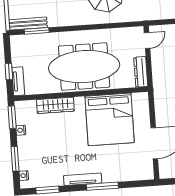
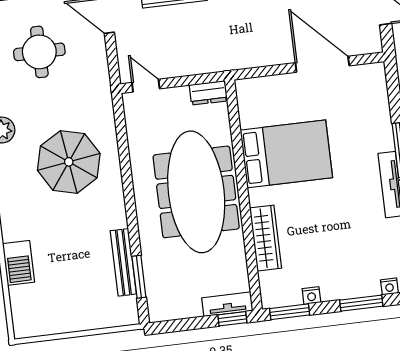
bench: (28, 24) -> (123, 262), moved
window: (9, 71) -> (232, 319), moved
dresser: (141, 72) -> (208, 93), width x0.70
bed: (110, 119) -> (286, 154), width x0.73

